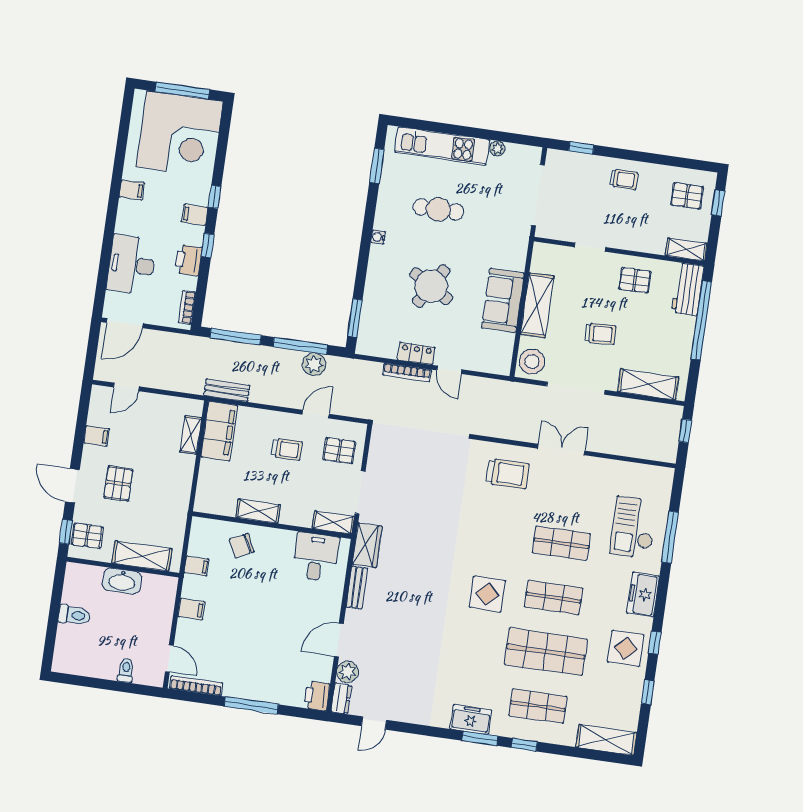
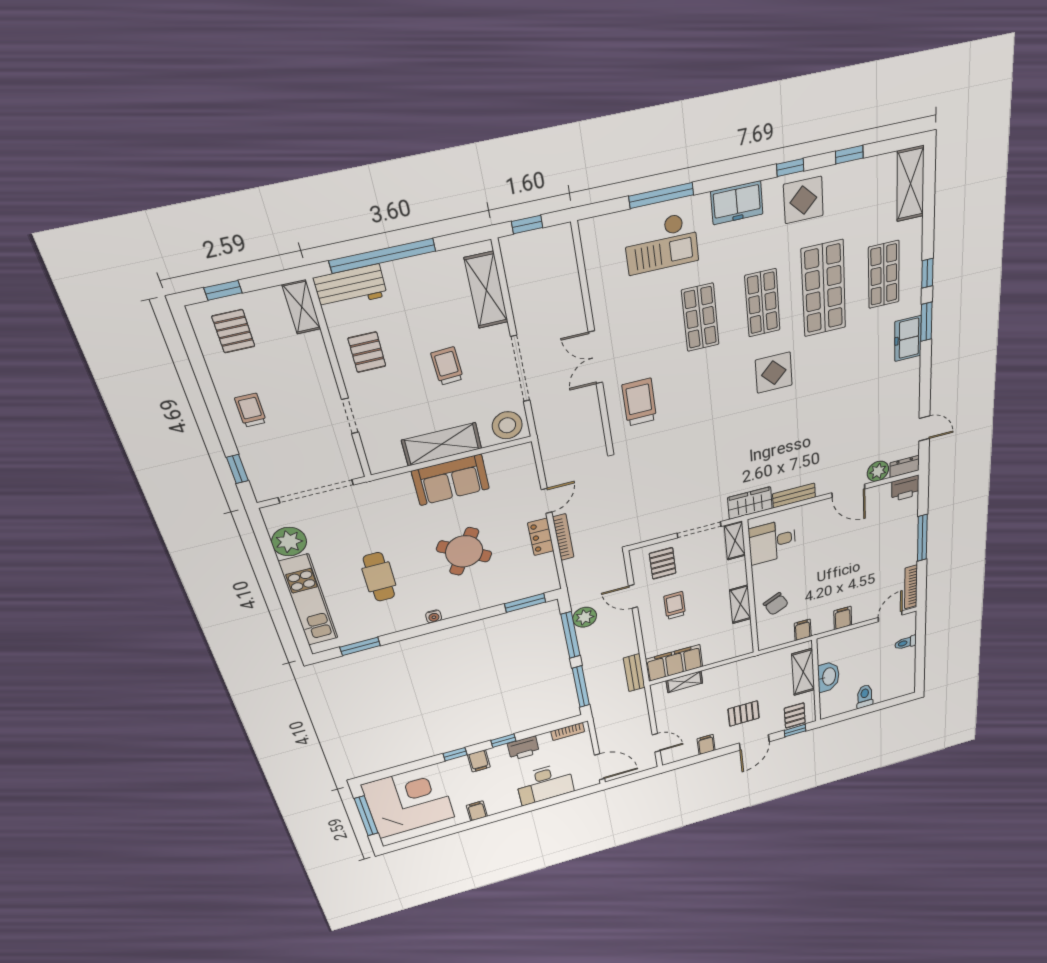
plant: (498, 148) -> (289, 542), width x1.87, depth x1.87

